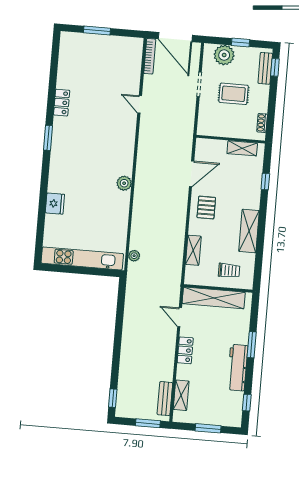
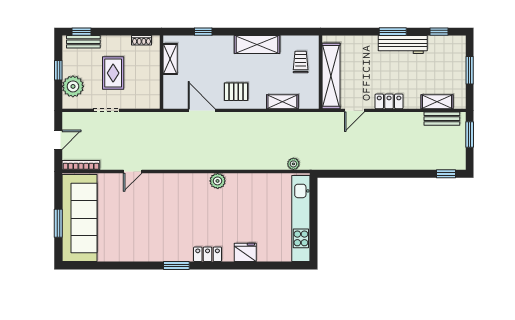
door: (175, 37) -> (58, 140), width x0.53
sofa: (100, 51) -> (79, 218), added
locker: (62, 103) -> (208, 254), moved
window: (252, 345) -> (393, 32), moved

